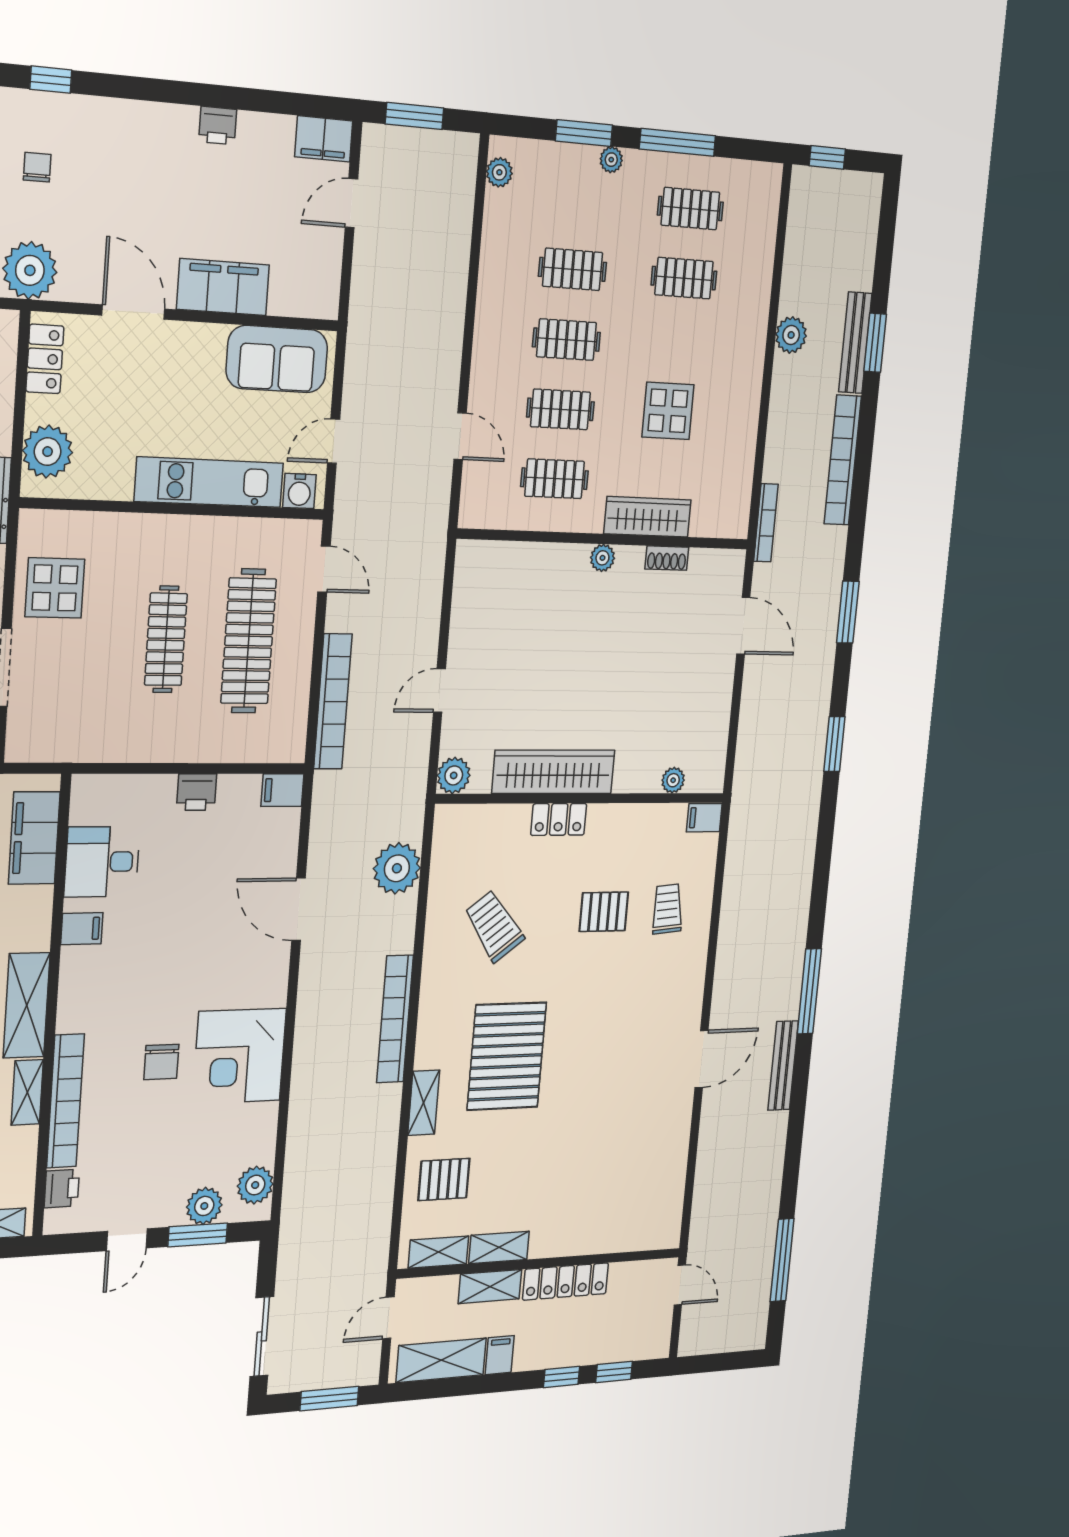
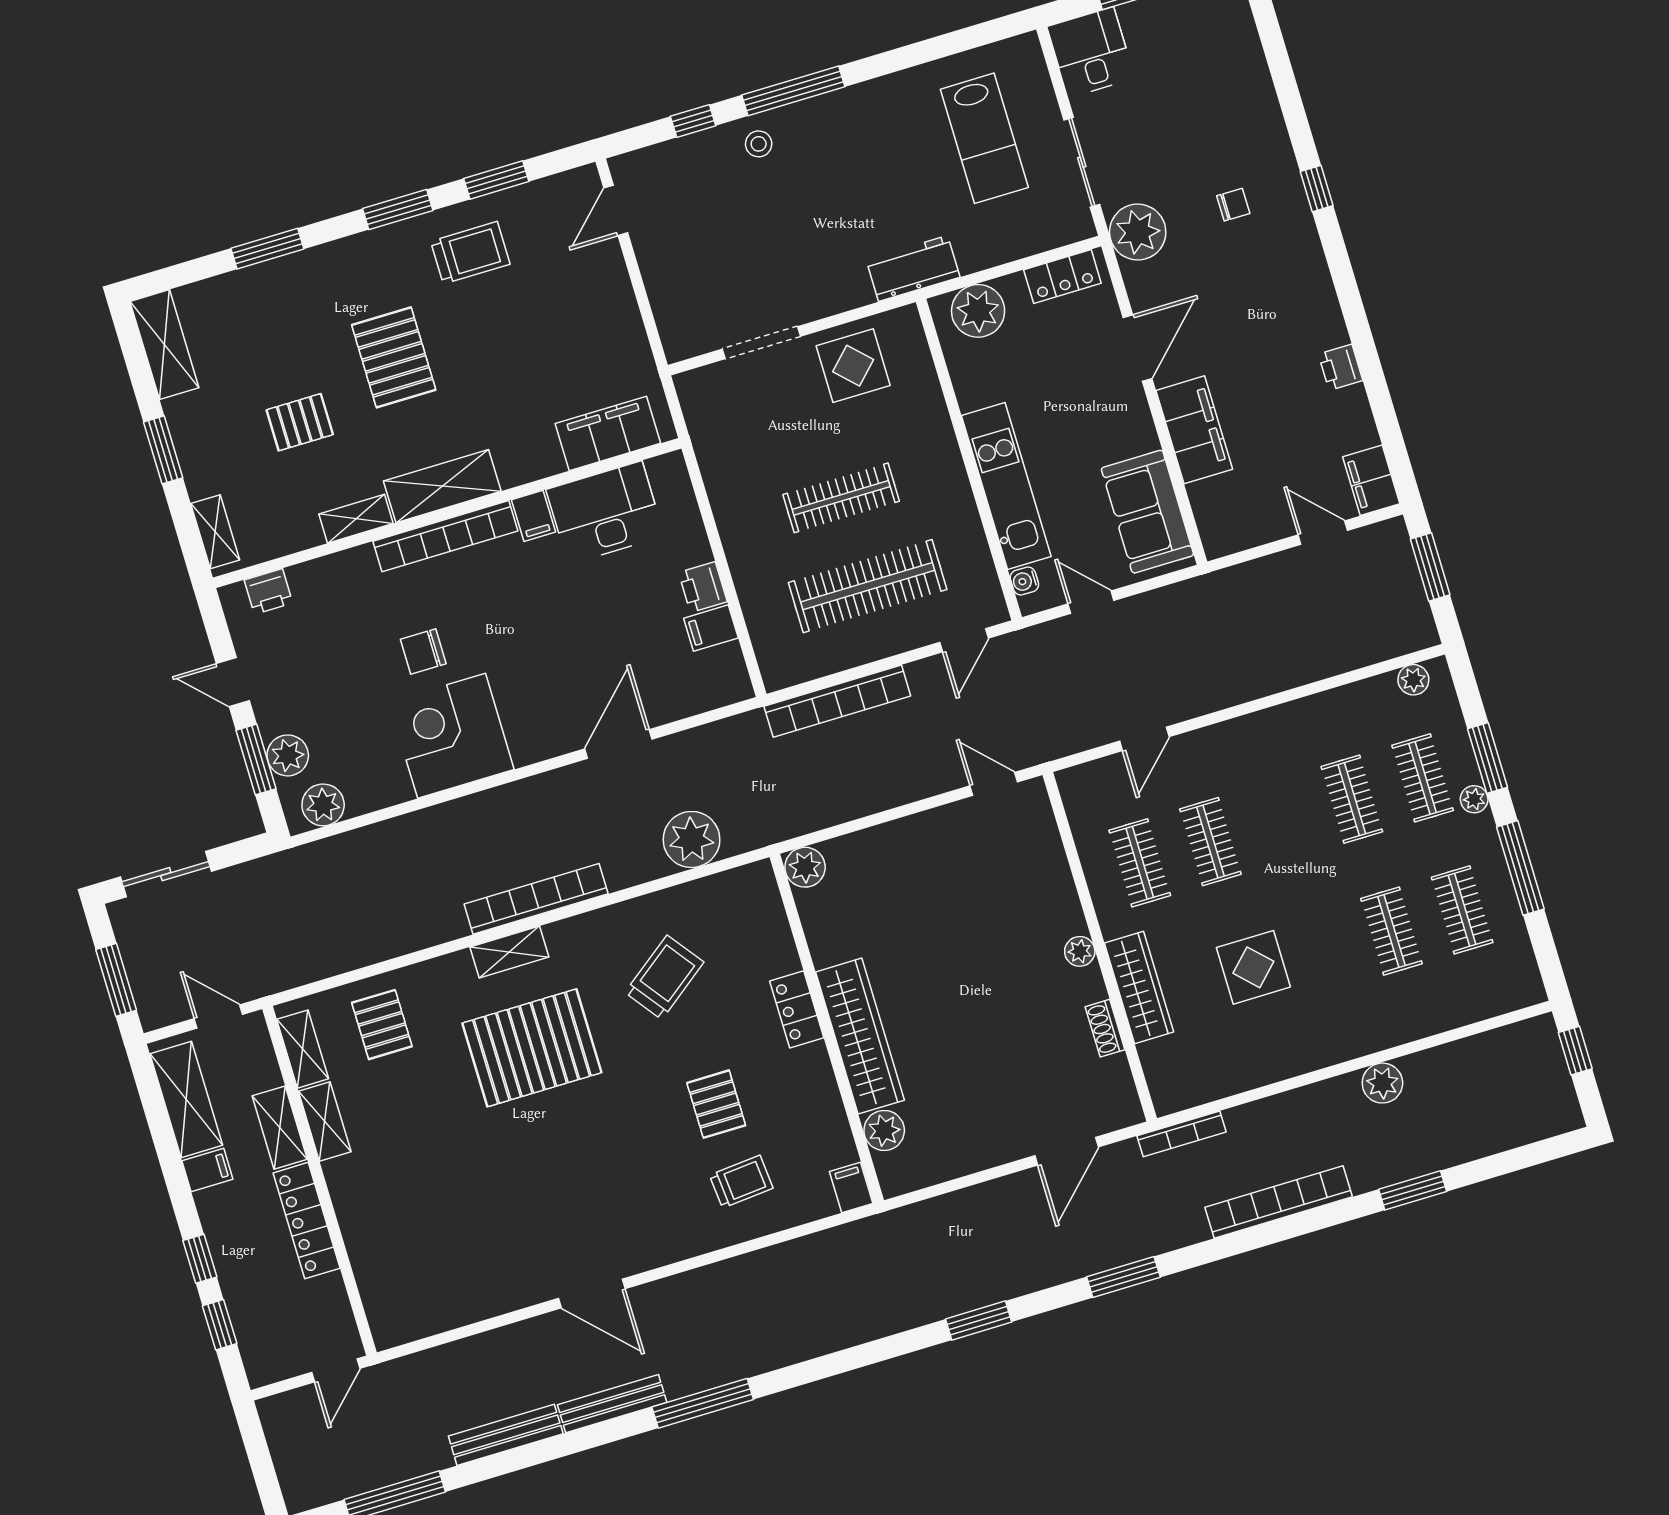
clothes rail: (566, 340) -> (1423, 778), moved
bench: (855, 343) -> (506, 1435), moved
water cooler: (299, 491) -> (1024, 581), width x0.72, depth x0.72
door: (439, 691) -> (994, 784), moved
wardrobe: (554, 772) -> (860, 1036), moved
plant: (673, 780) -> (884, 1130), width x1.38, depth x1.38
filing cabinet: (282, 790) -> (711, 628), moved, turned -90
desk: (102, 862) -> (605, 513), width x1.37
bookcase: (65, 1101) -> (445, 536), moved
shelving: (424, 1103) -> (509, 952), moved

